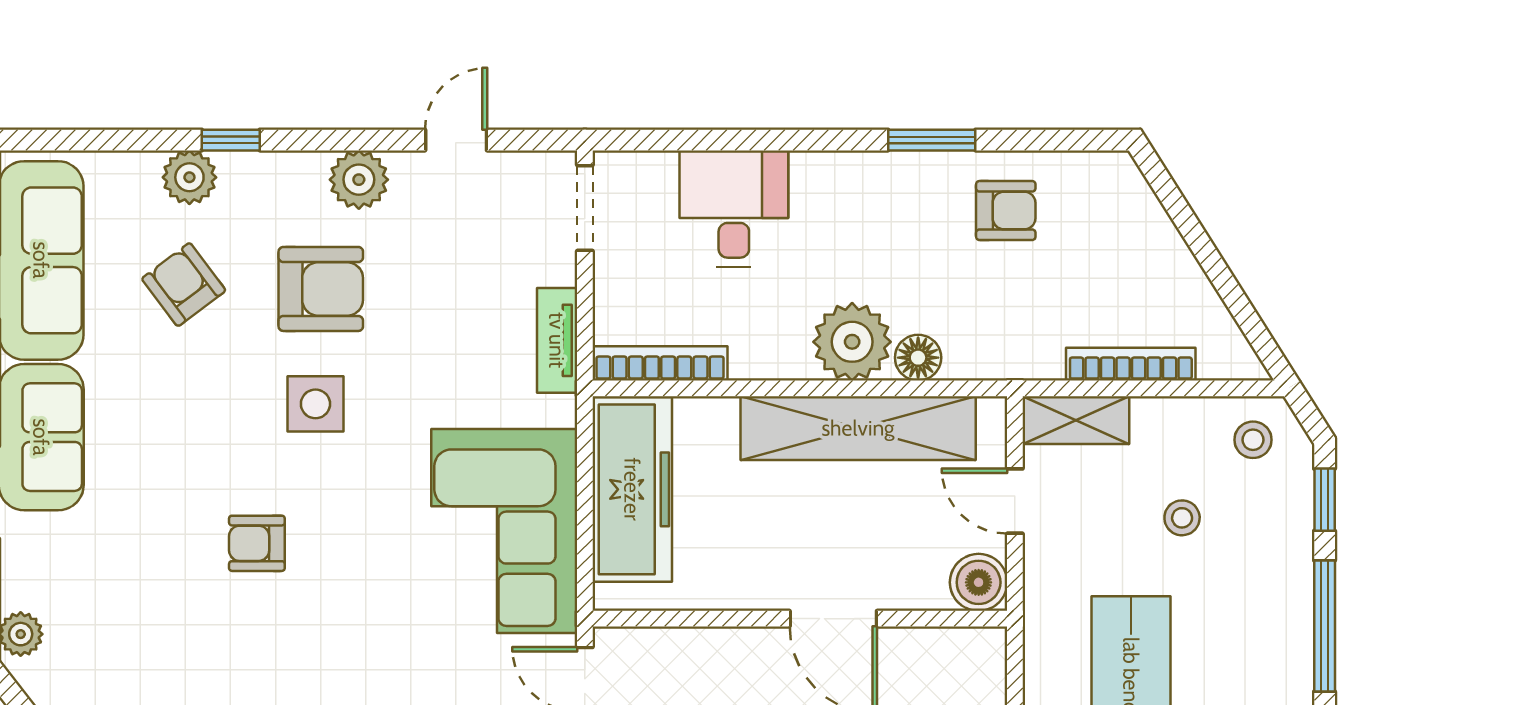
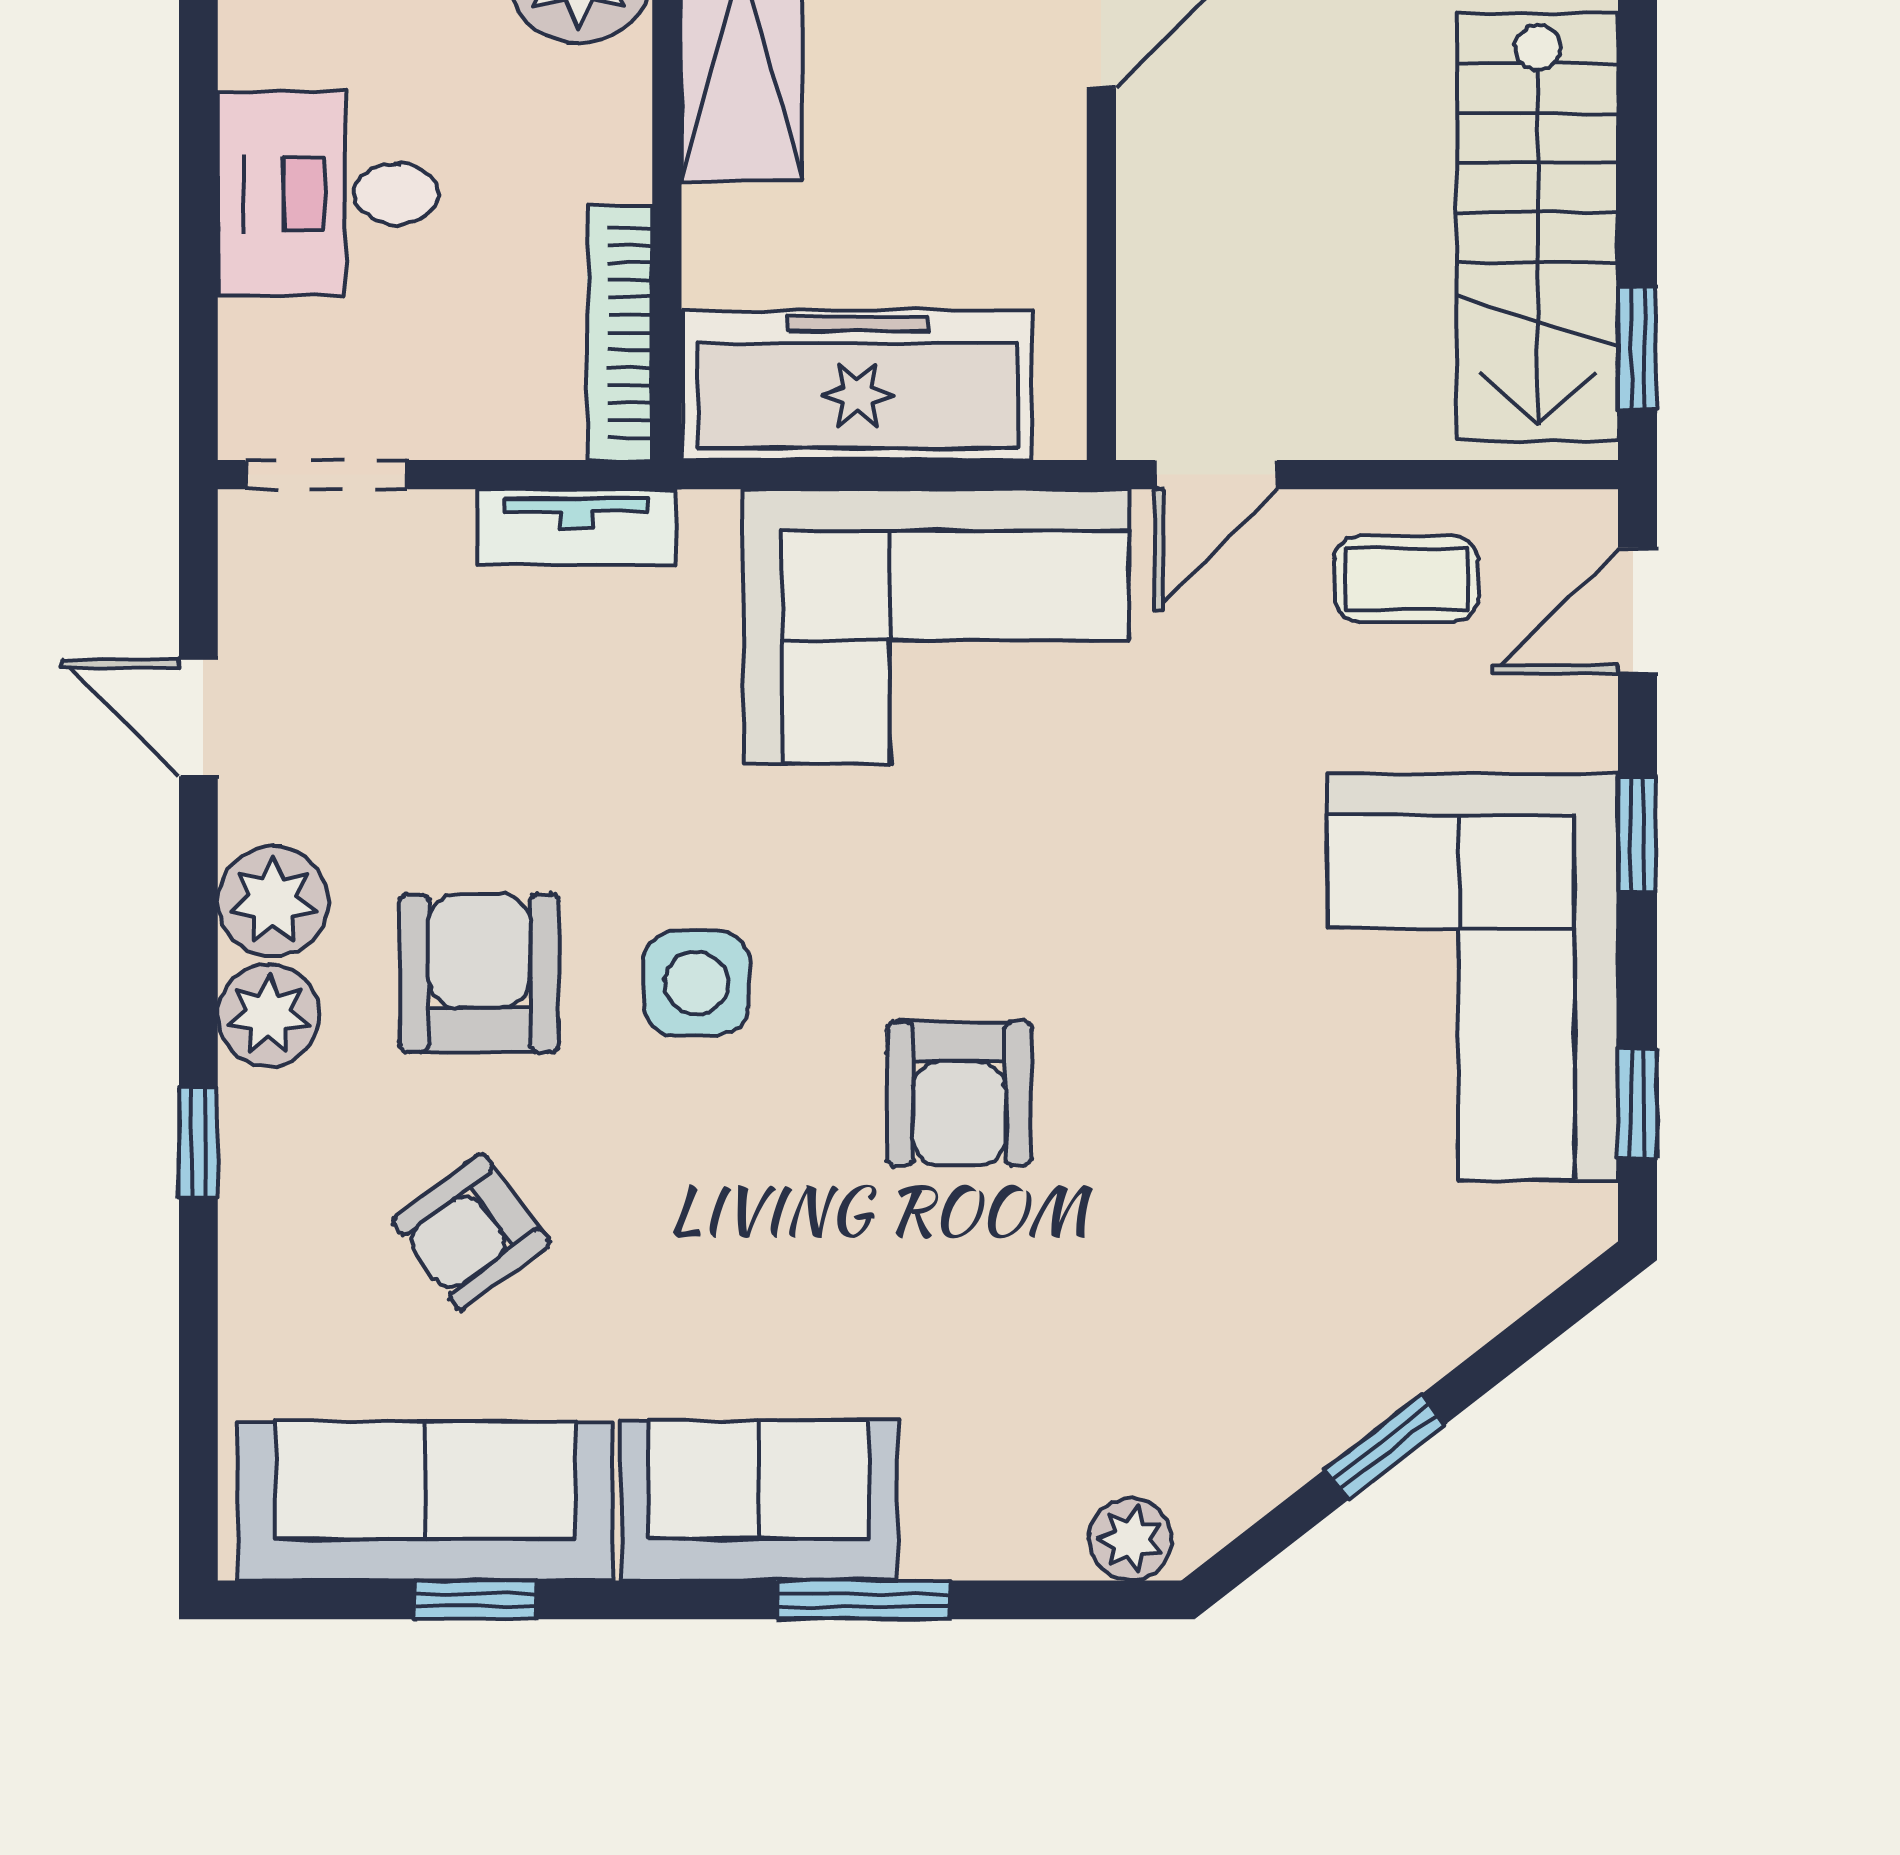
plant: (189, 177) -> (268, 1015), moved
armchair: (257, 543) -> (959, 1094), width x1.38, depth x1.38

